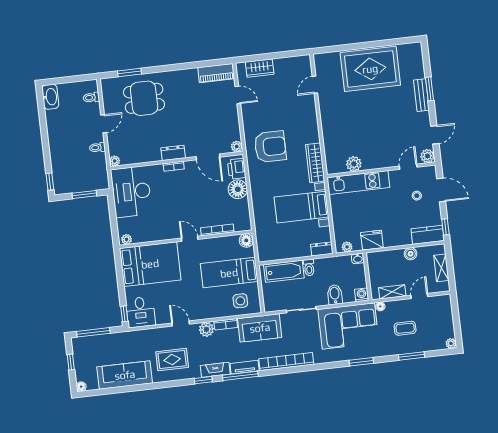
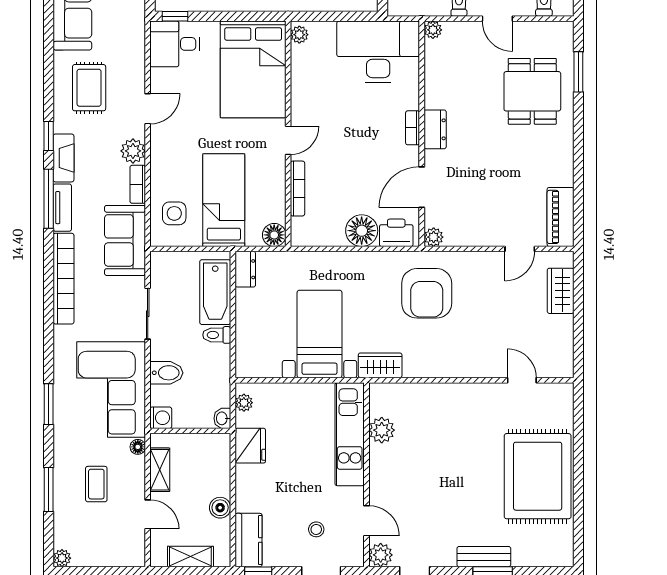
wardrobe: (315, 163) -> (380, 365), width x0.67
dresser: (322, 249) -> (245, 269), moved

